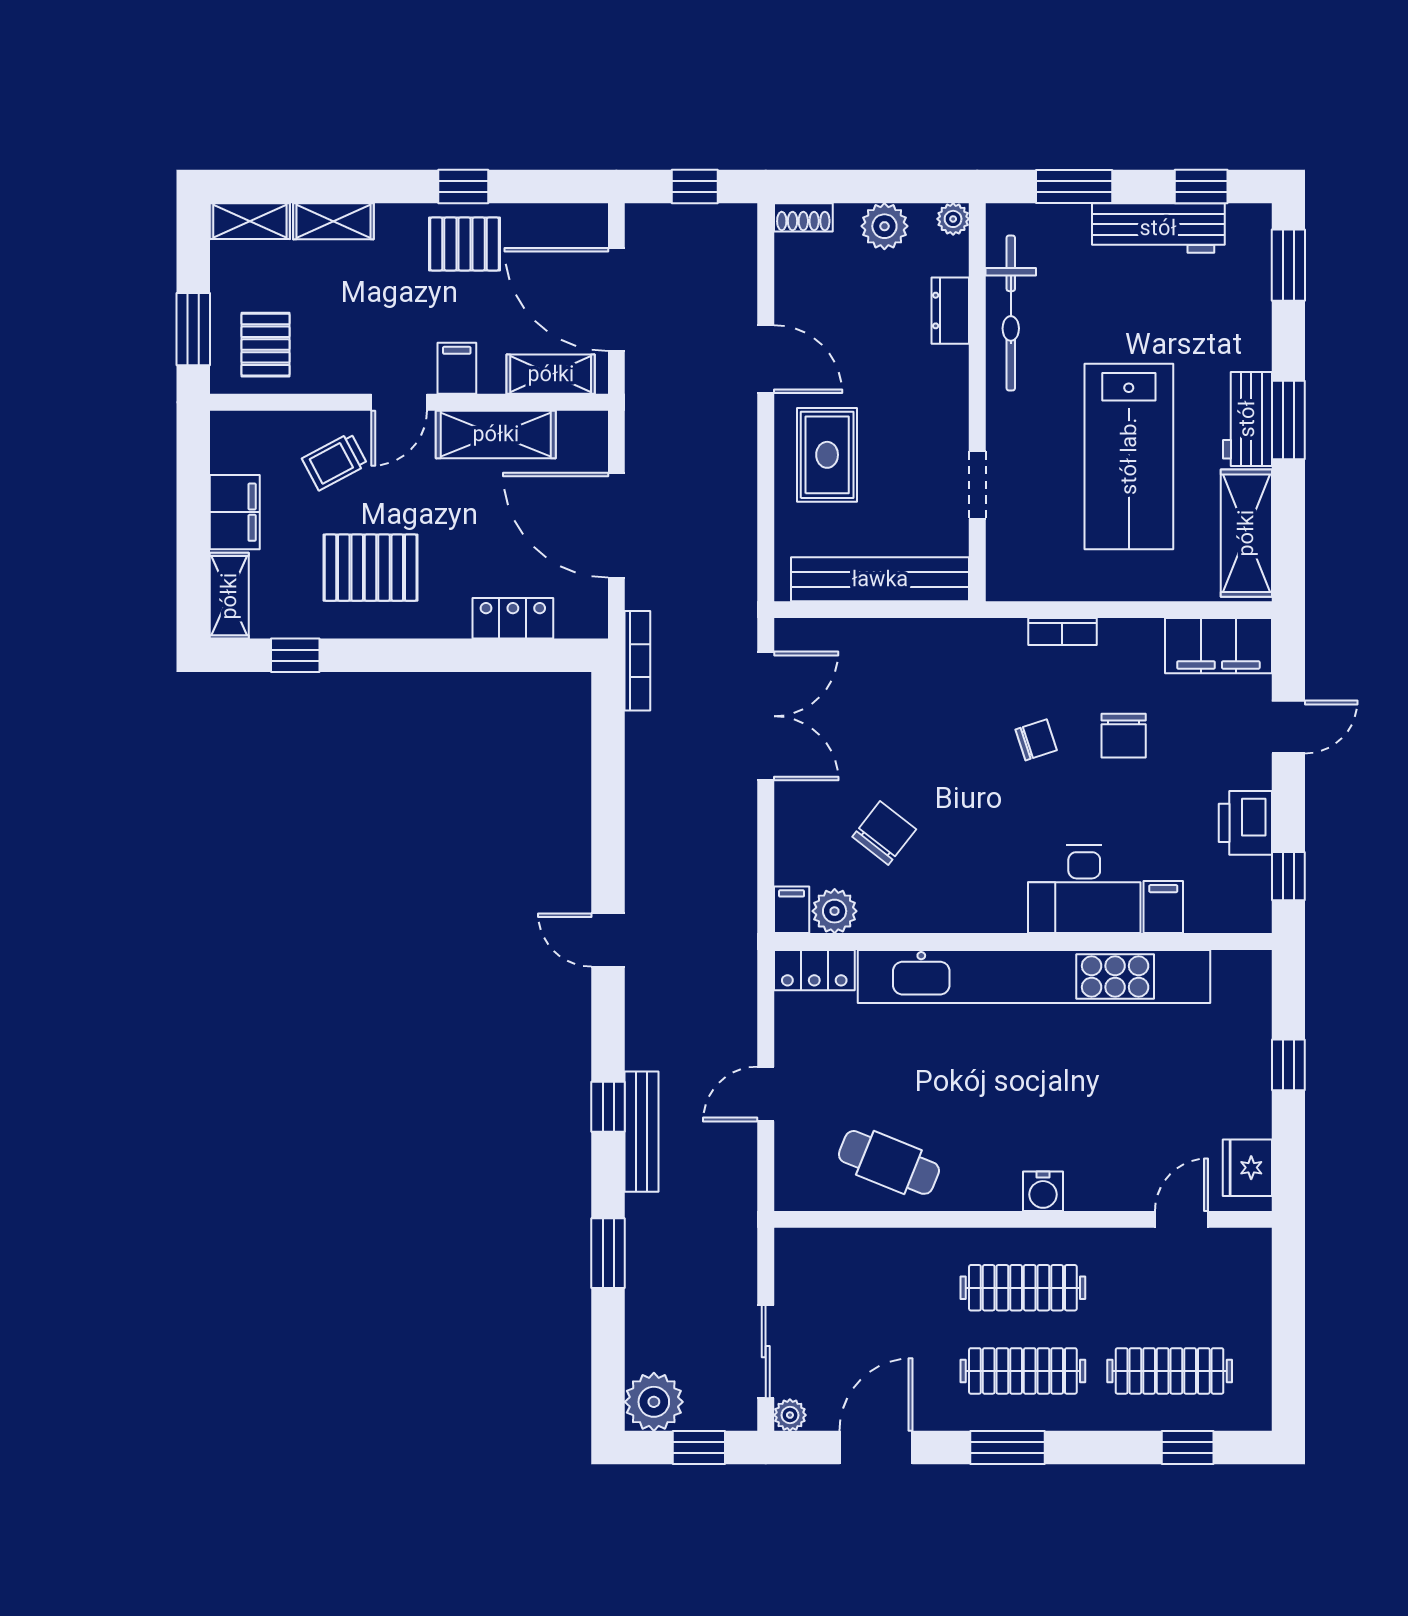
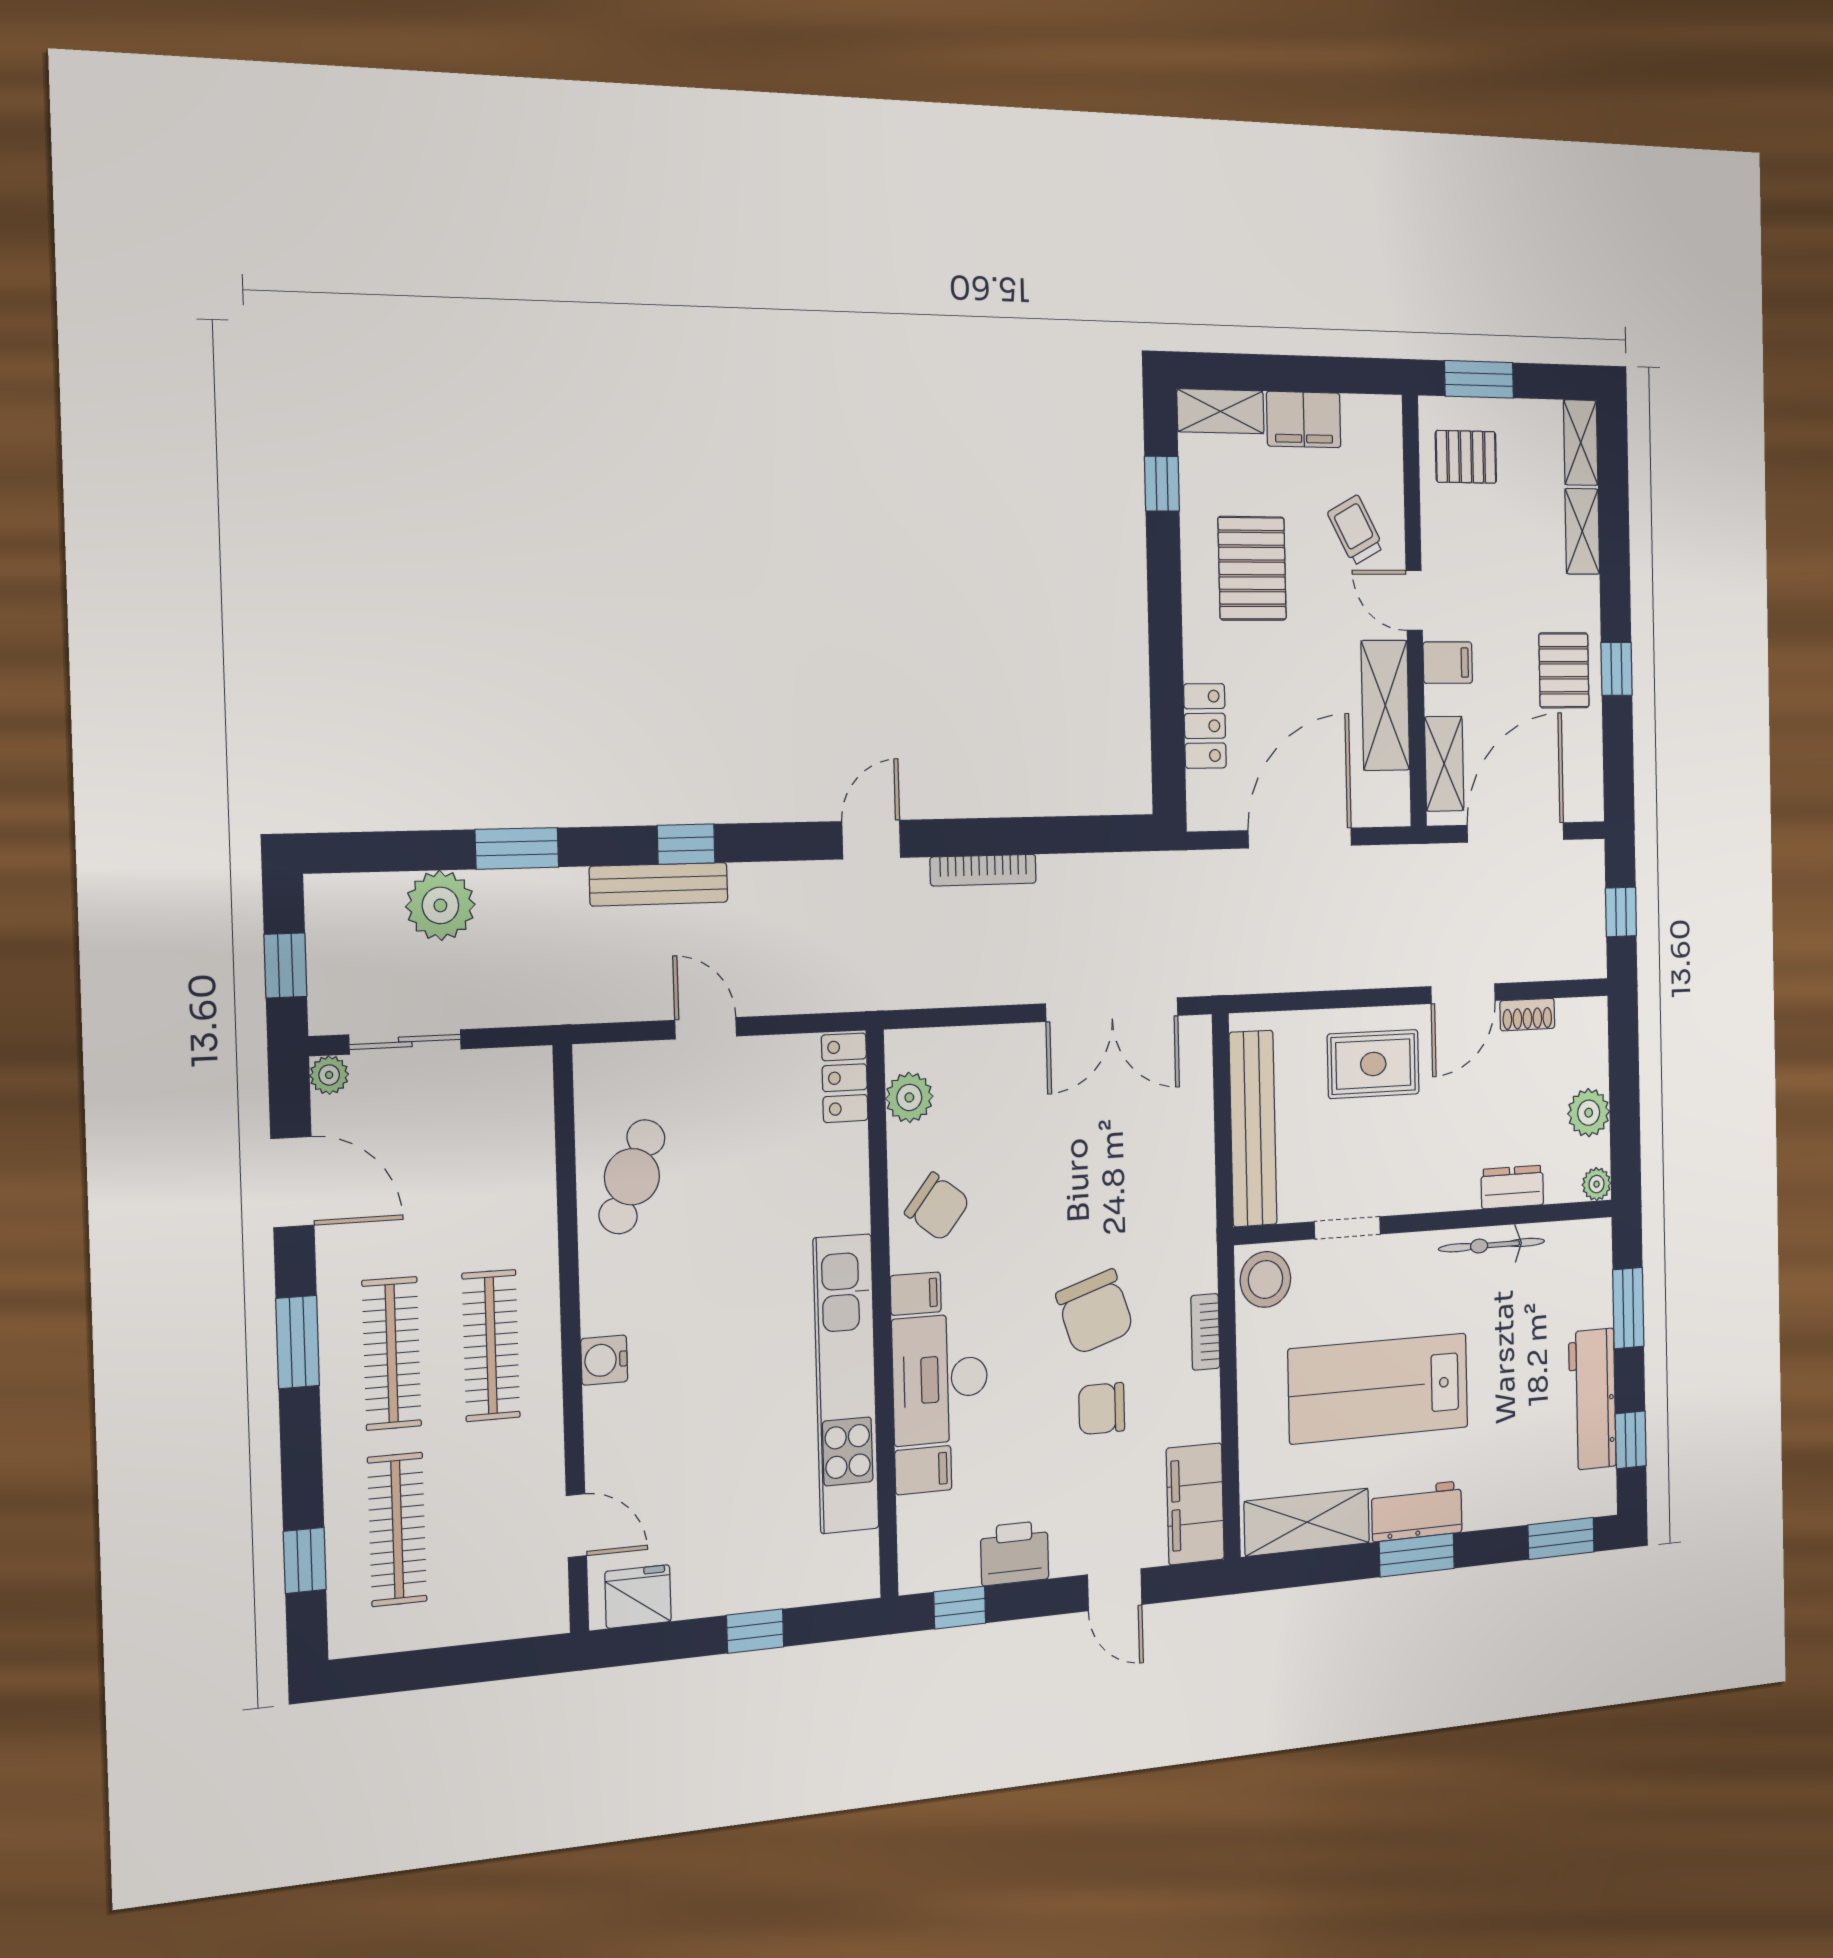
shoe rack: (803, 217) -> (1527, 1015), moved, turned -90
bicycle: (1011, 313) -> (1492, 1245), width x0.73, depth x0.71
stool: (1019, 570) -> (1265, 1279), added
bookcase: (637, 661) -> (983, 870), moved
chair: (1036, 740) -> (1095, 1312), width x1.87, depth x1.87
chair: (884, 833) -> (937, 1207), moved
filing cabinet: (792, 910) -> (916, 1294), moved
kitchen unit: (1034, 976) -> (846, 1384), width x0.73
plant: (654, 1402) -> (440, 905), moved

